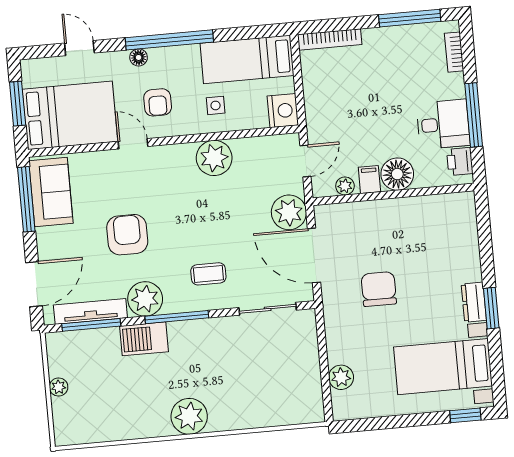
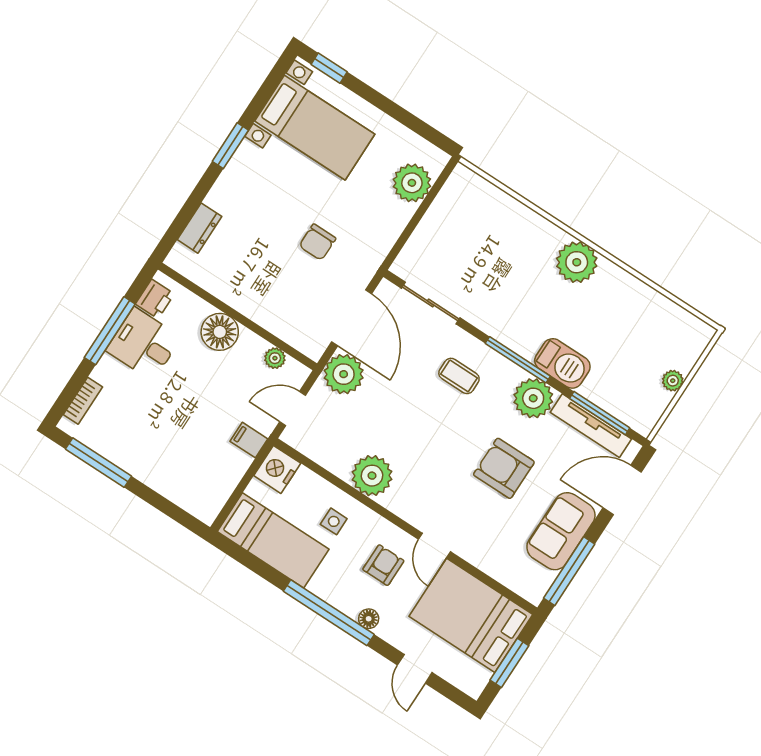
bookcase: (330, 39) -> (185, 500), removed
filing cabinet: (369, 180) -> (249, 440), moved, turned 90
sofa: (51, 192) -> (561, 531), moved
armchair: (127, 235) -> (504, 468), turned 90
chair: (379, 289) -> (317, 242), width x0.73, depth x0.73
dresser: (474, 302) -> (200, 228), moved
plant: (341, 377) -> (412, 183), width x1.36, depth x1.36

